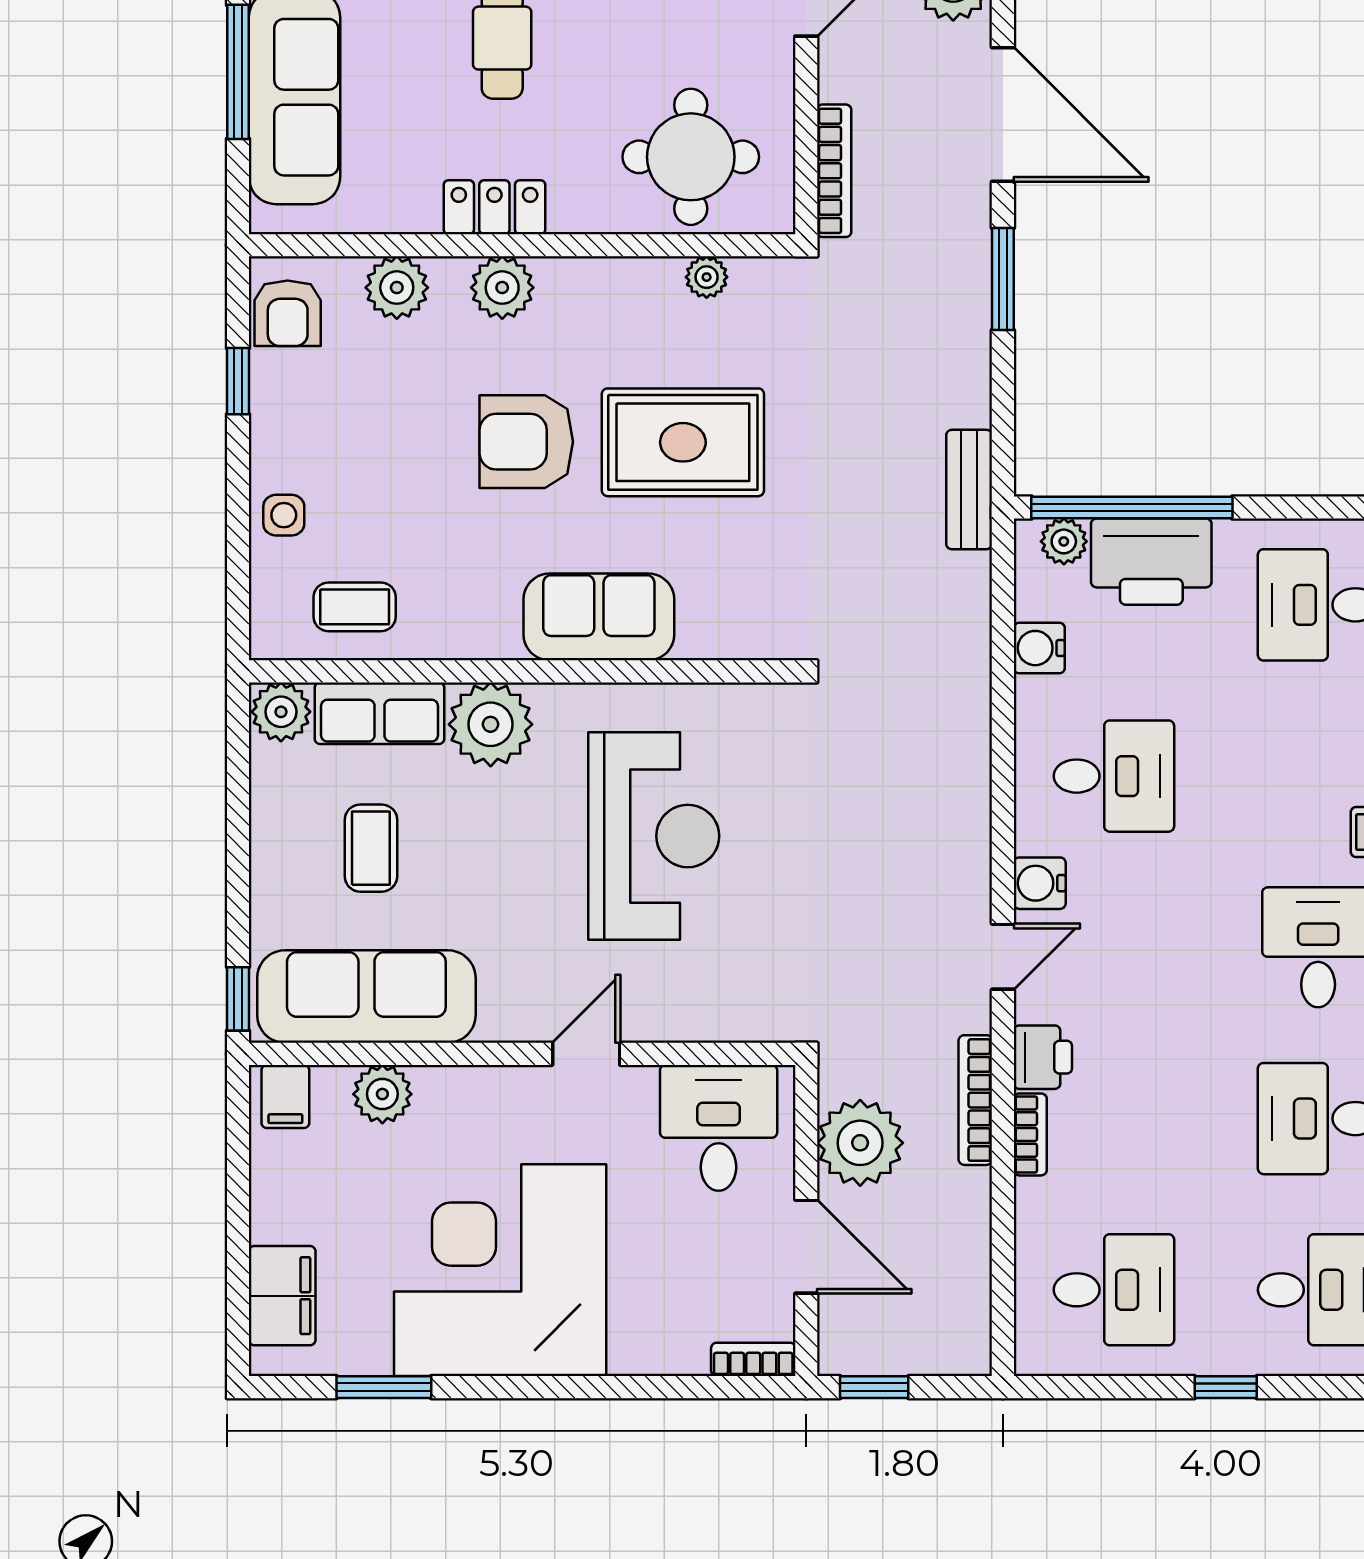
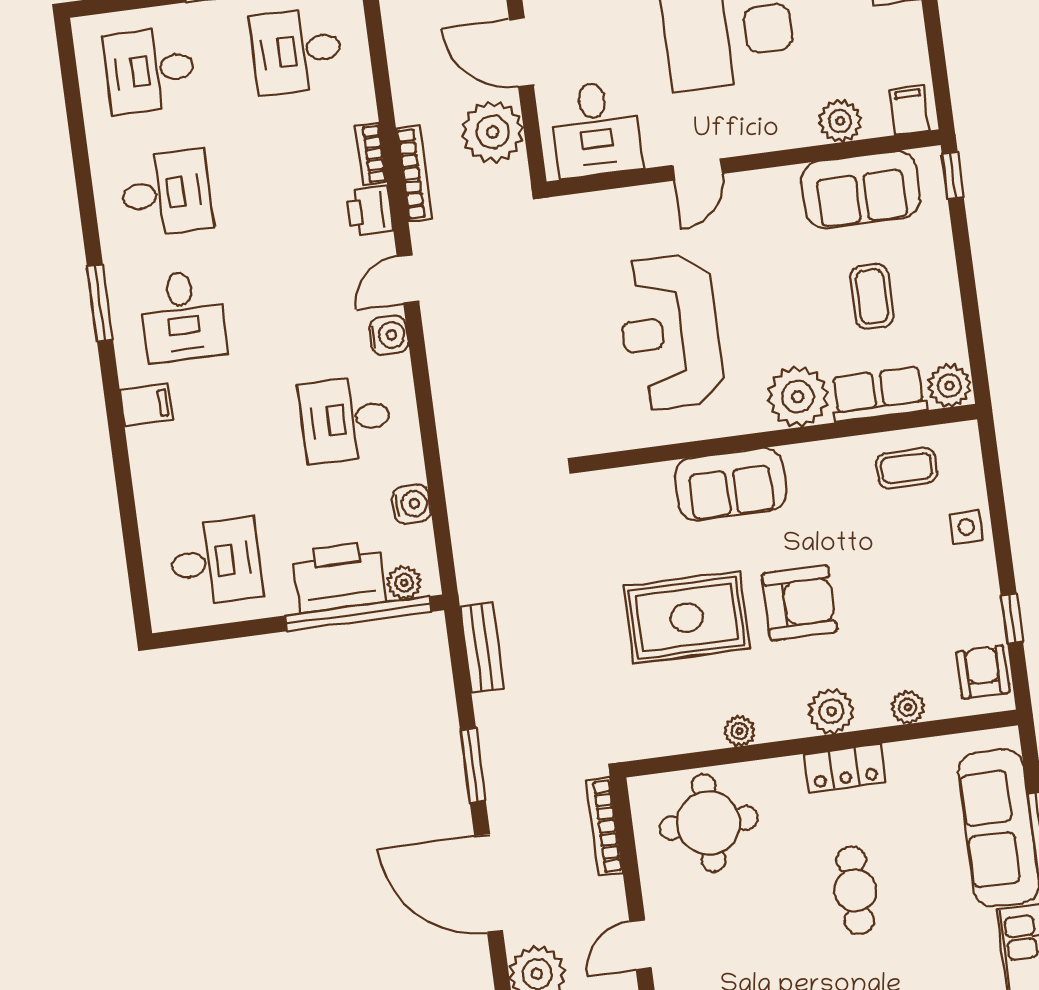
plant: (707, 277) -> (740, 731), moved
plant: (397, 288) -> (908, 707), width x0.73, depth x0.73
bench: (969, 490) -> (482, 648), moved
sofa: (366, 997) -> (861, 189), width x0.73

